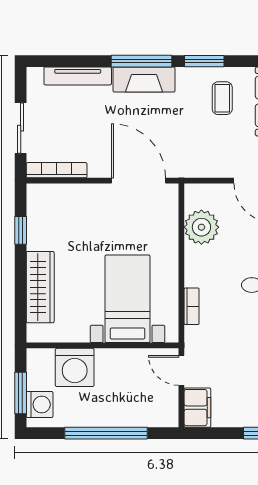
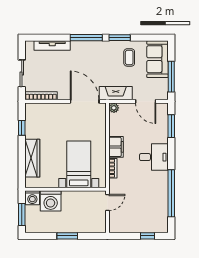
fireplace: (144, 79) -> (116, 93), moved, turned 180
plant: (201, 227) -> (114, 108), moved, width x0.53, depth x0.53
door: (181, 370) -> (107, 202), swing flipped
washing machine: (40, 404) -> (32, 198), moved, turned 90
filing cabinet: (197, 408) -> (116, 147), moved
window: (106, 433) -> (67, 236), width x0.47

